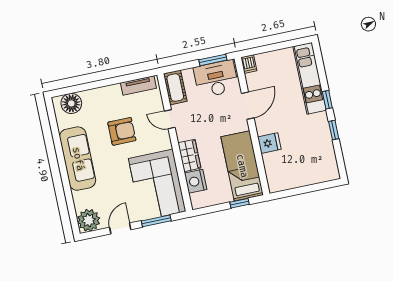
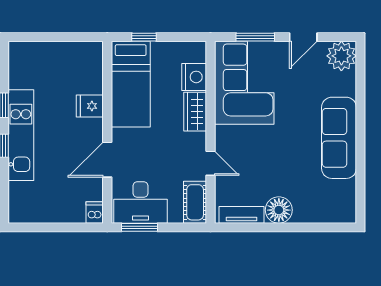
kitchen unit: (310, 78) -> (21, 135), moved
floor lamp: (71, 103) -> (279, 210), moved
armchair: (122, 131) -> (275, 161), removed

